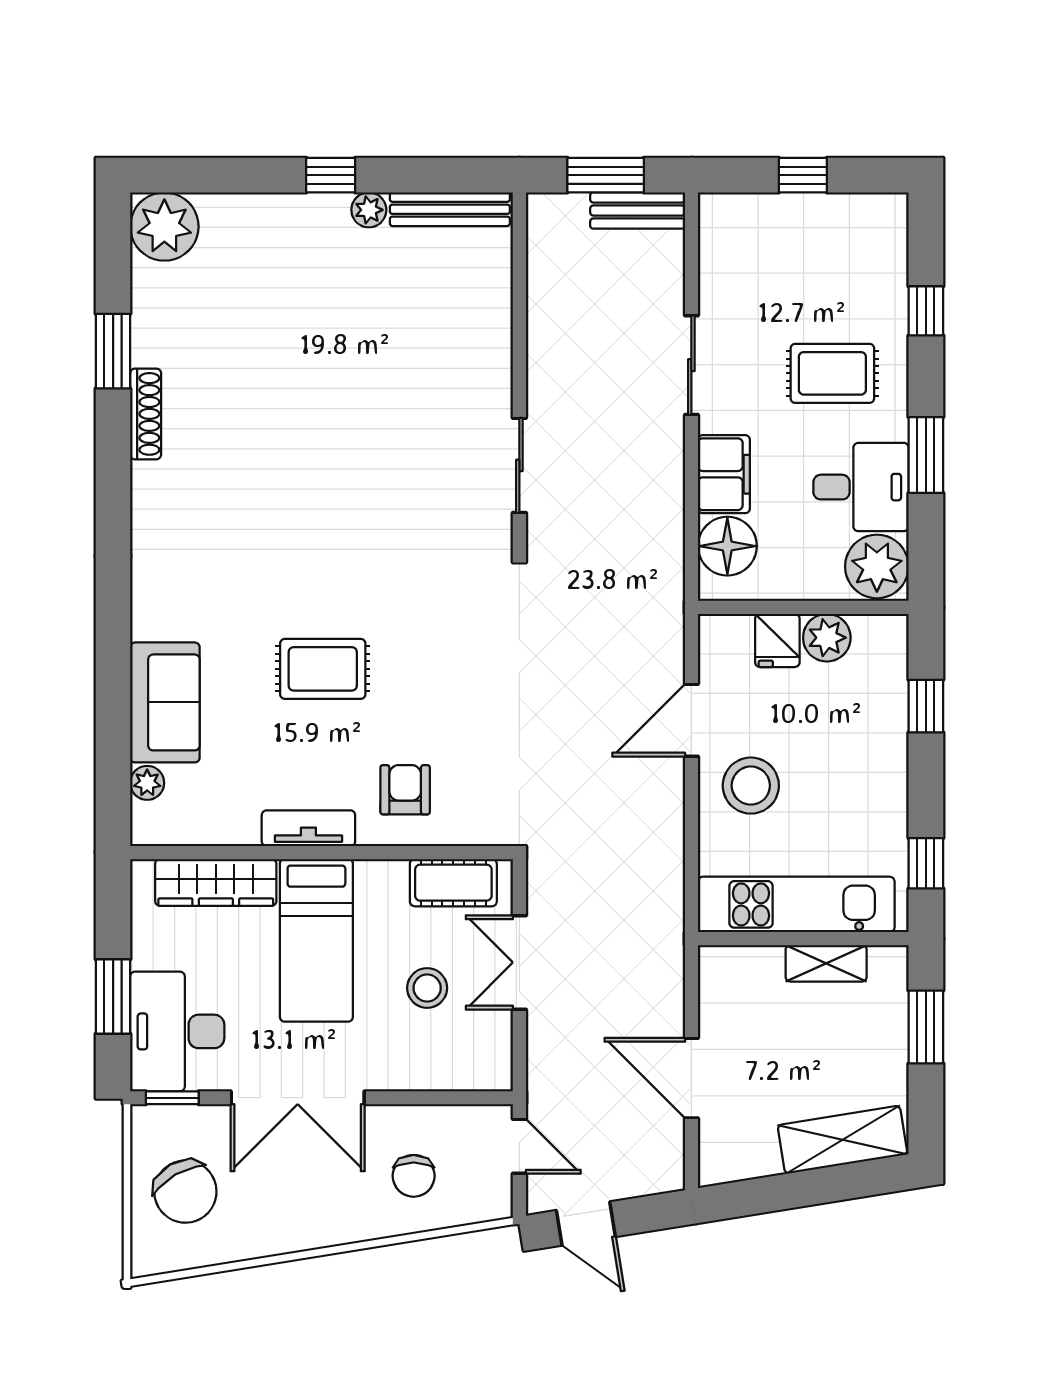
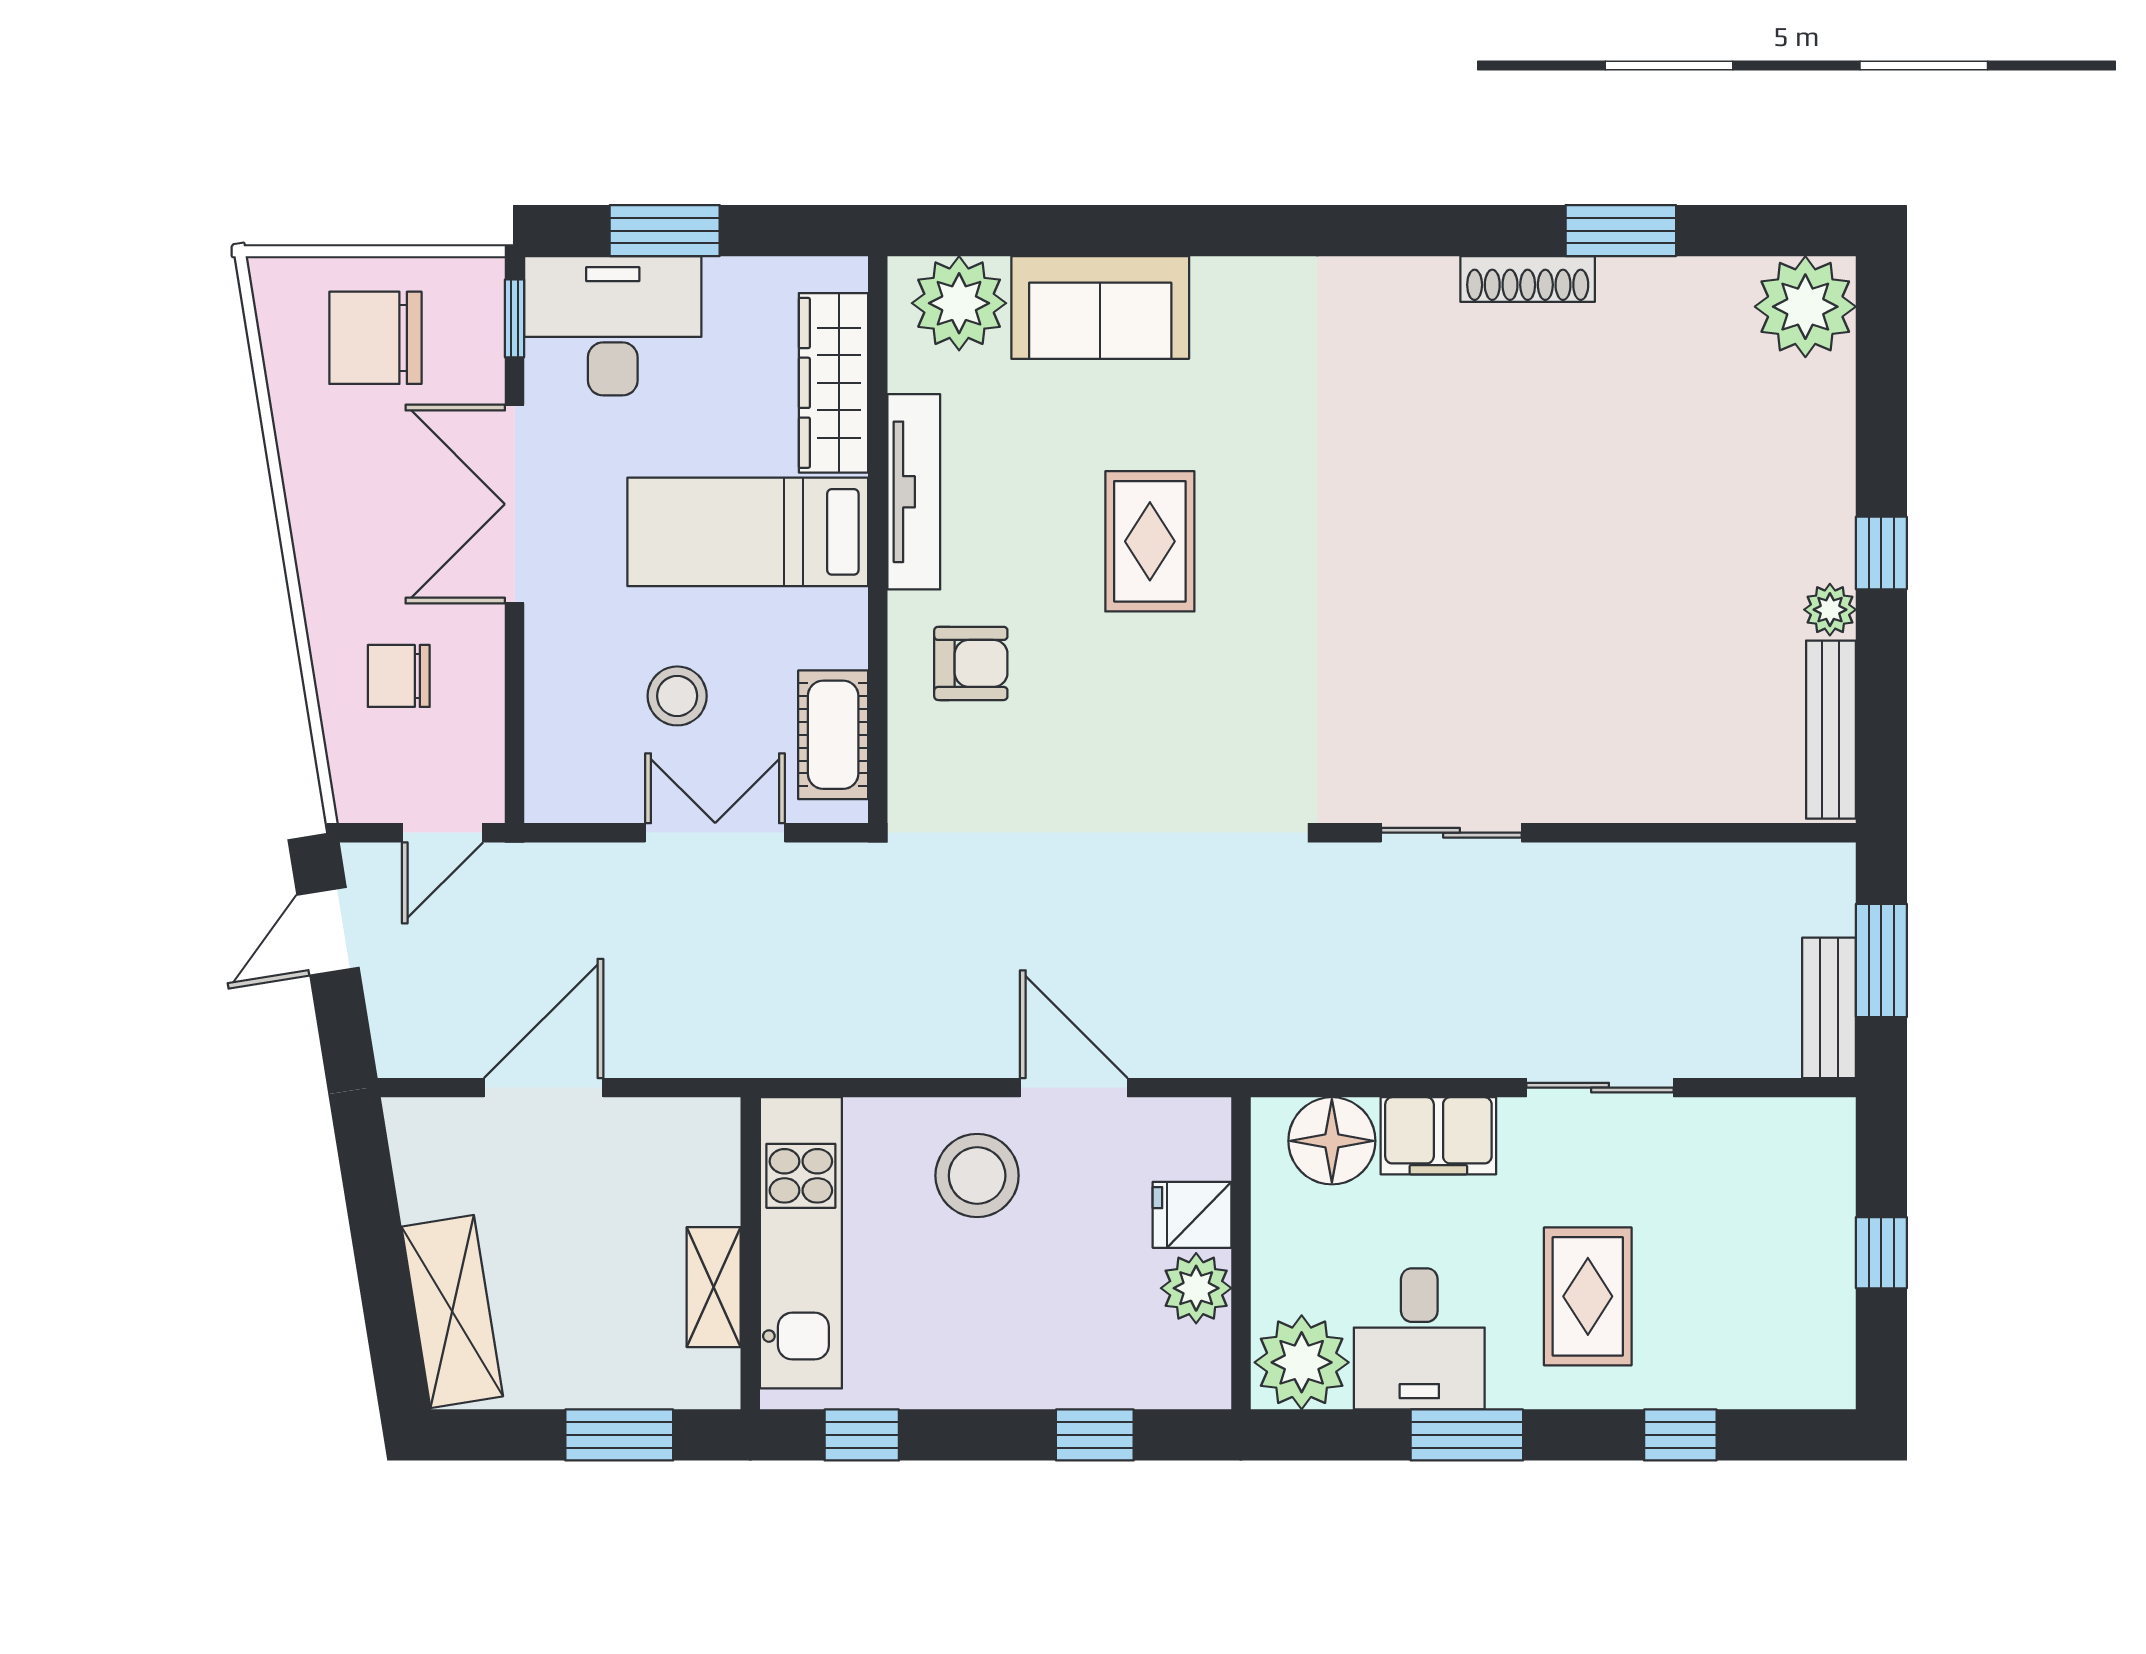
plant: (147, 783) -> (959, 303), width x1.88, depth x1.88
tv unit: (308, 828) -> (914, 492), width x1.41
chair: (185, 1192) -> (375, 338), turned 30

